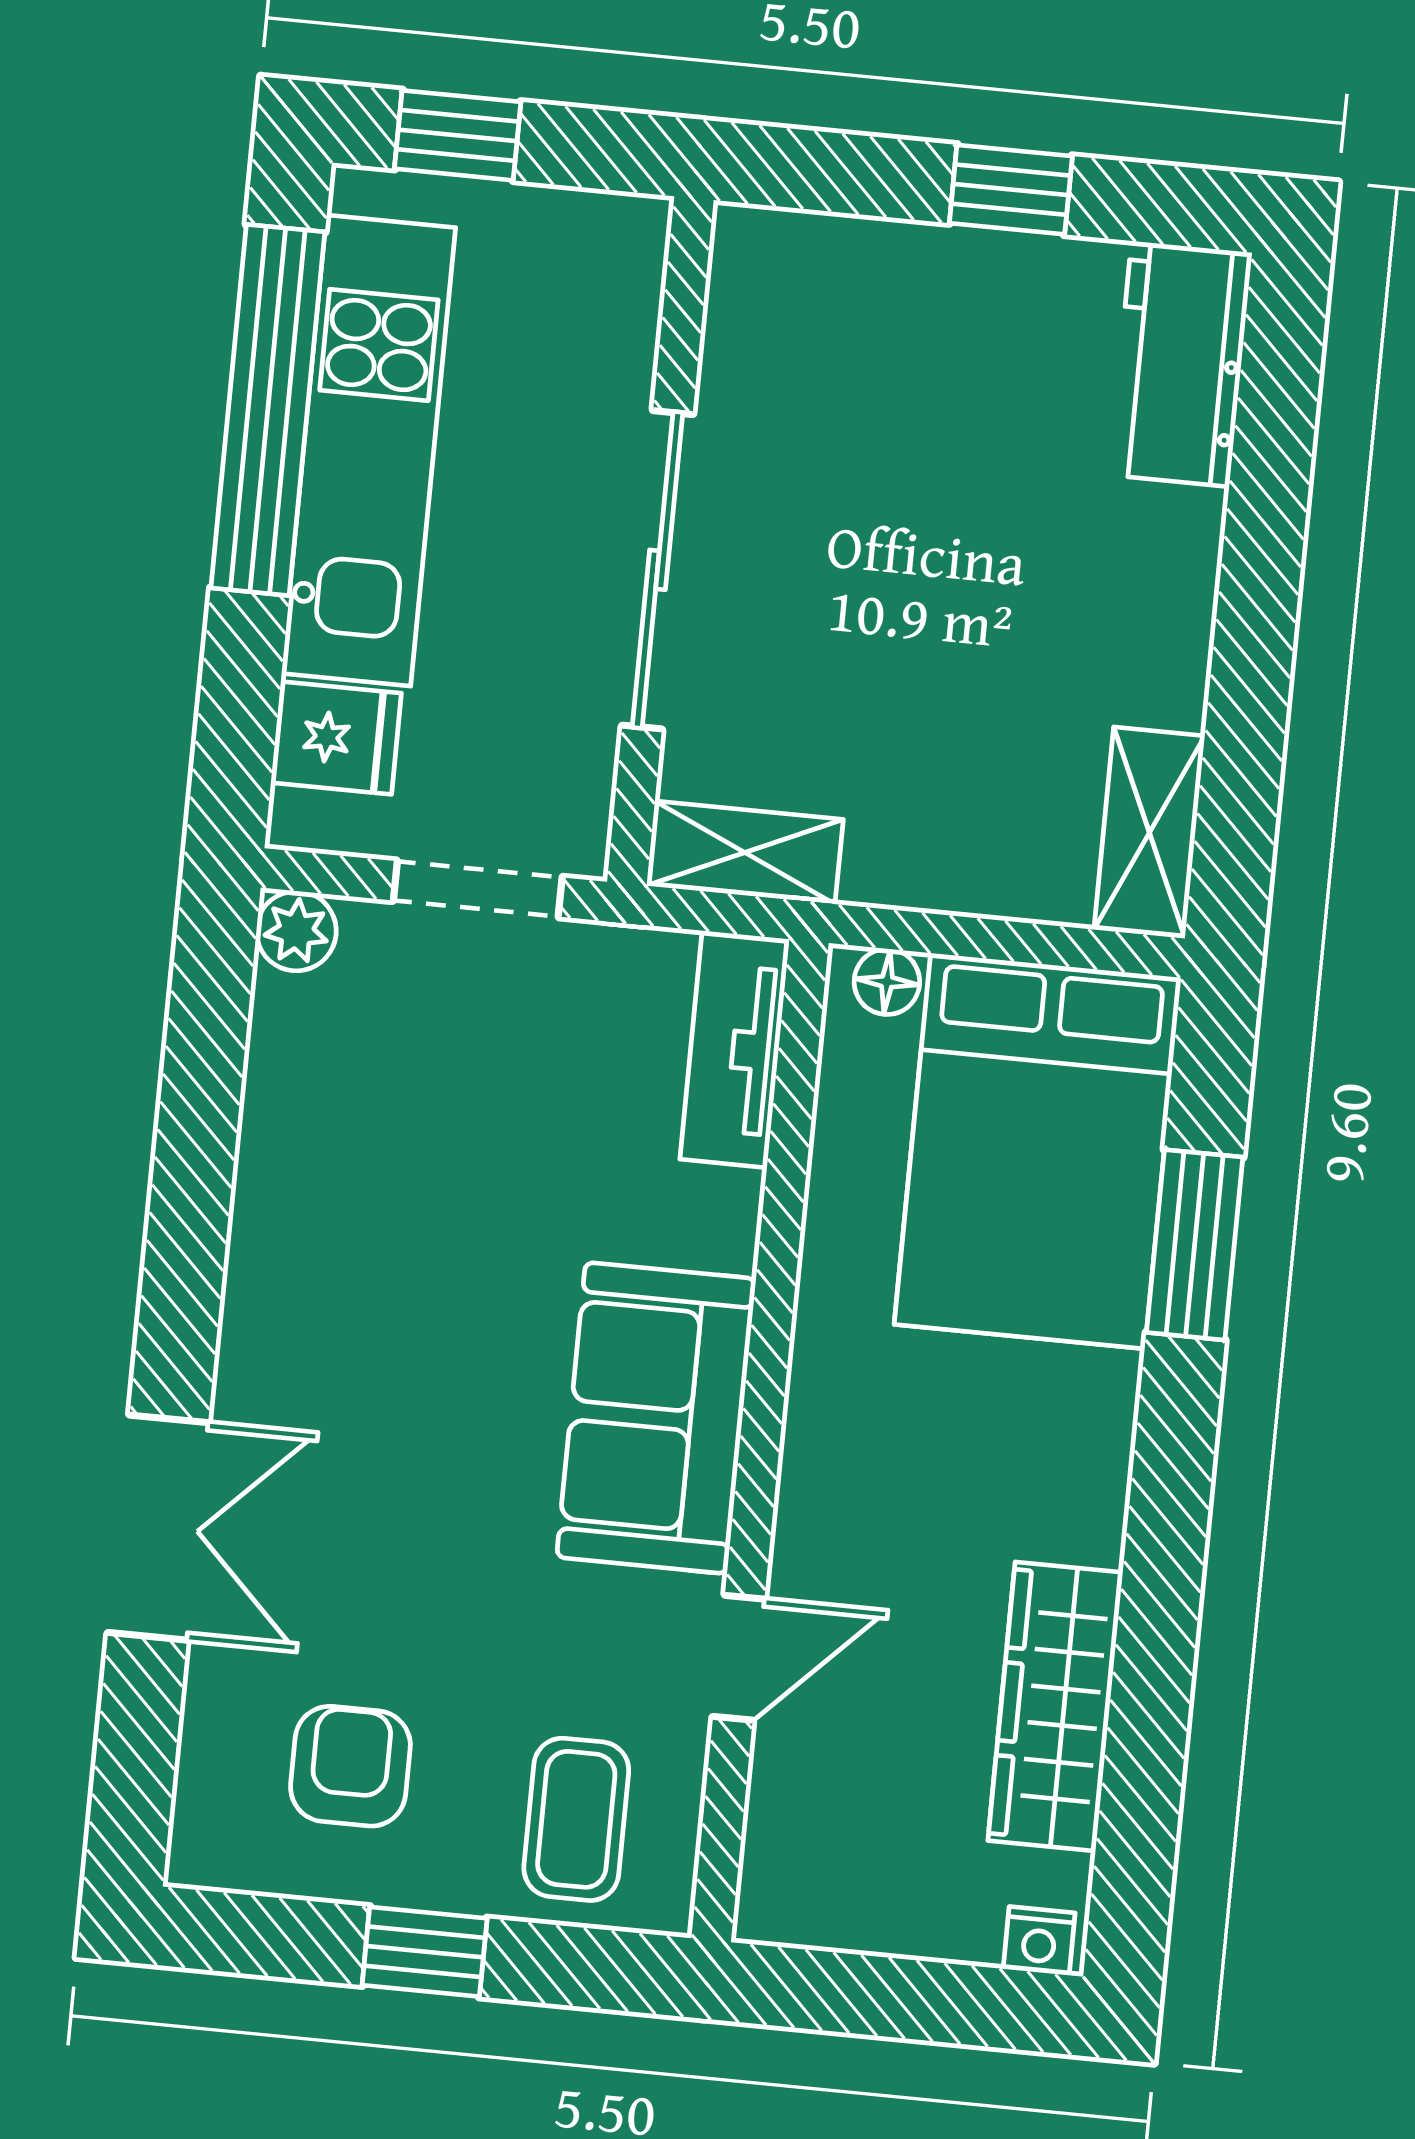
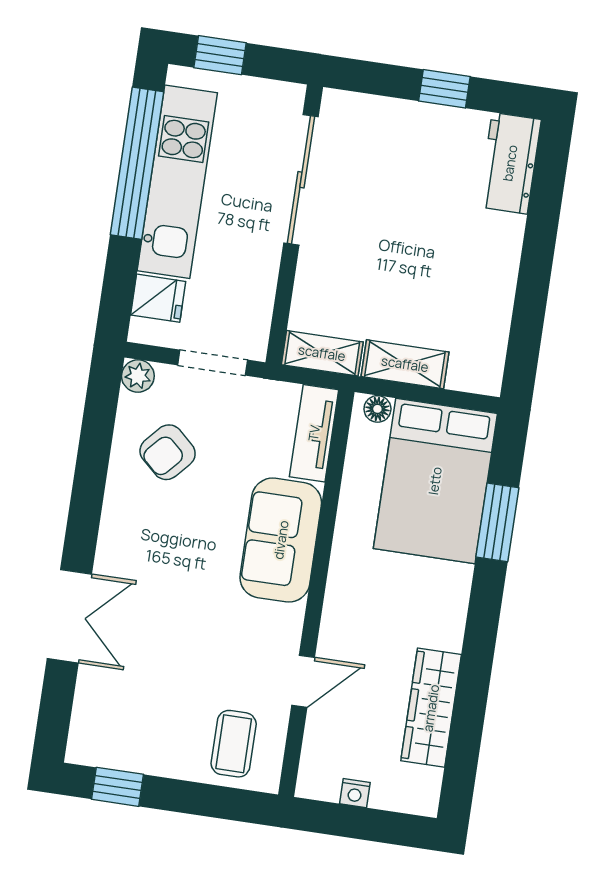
sliding door: (658, 570) -> (301, 180), moved
shelving: (1149, 833) -> (405, 364), moved, turned 90
sofa: (656, 1418) -> (281, 540), moved
armchair: (350, 1766) -> (168, 452), moved, turned -138
nightstand: (1039, 1941) -> (355, 793), moved
window: (425, 1952) -> (118, 787), moved

